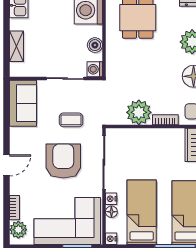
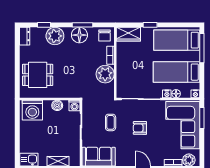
armchair: (63, 161) -> (140, 128), width x0.53, depth x0.53

